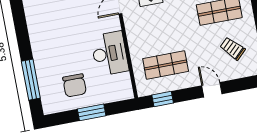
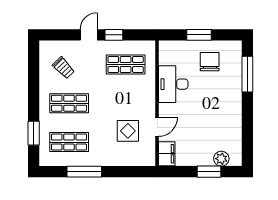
door: (212, 90) -> (89, 35), swing flipped
window: (163, 99) -> (114, 35), moved

